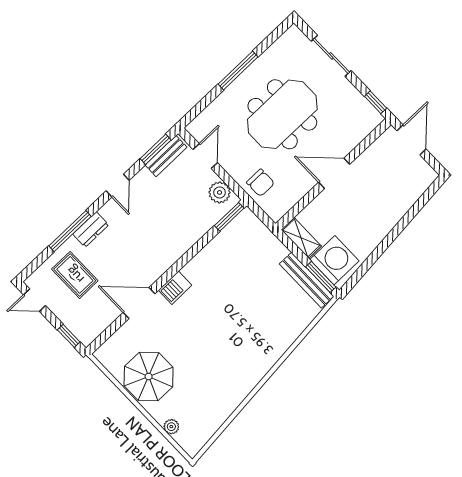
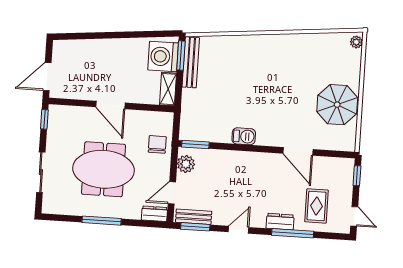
dresser: (201, 123) -> (154, 214), added
barbecue: (175, 288) -> (244, 136), moved
plant: (171, 427) -> (356, 42), moved

